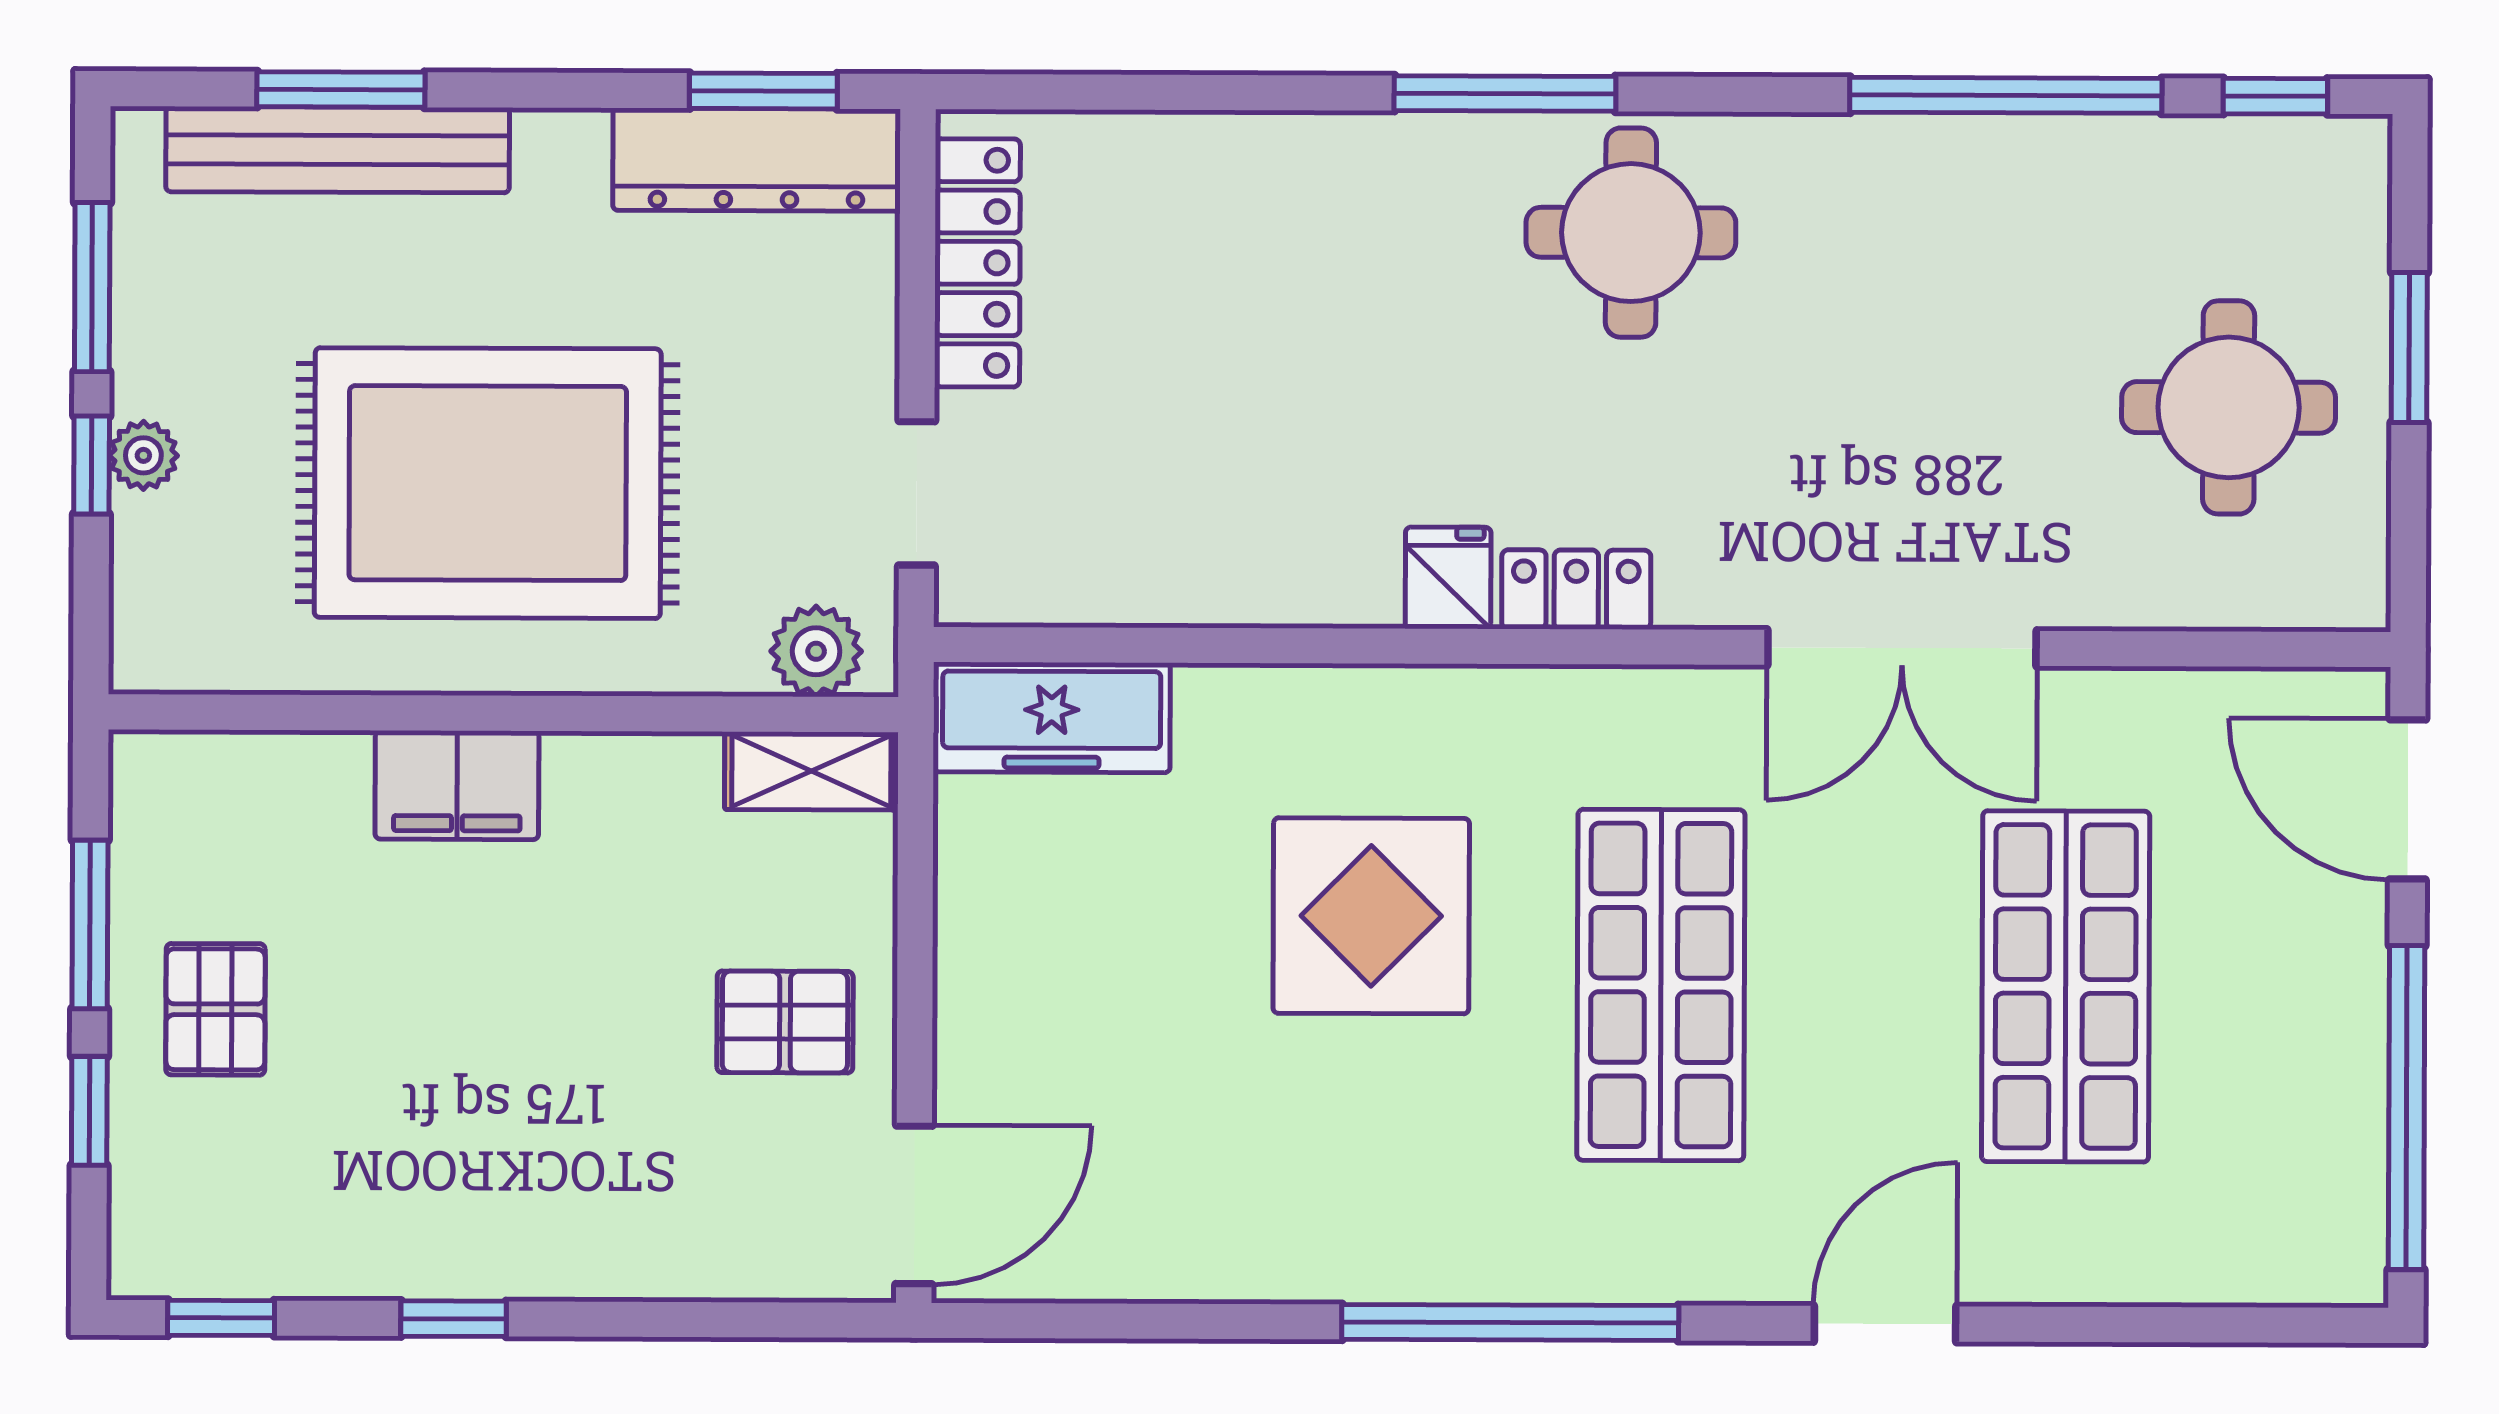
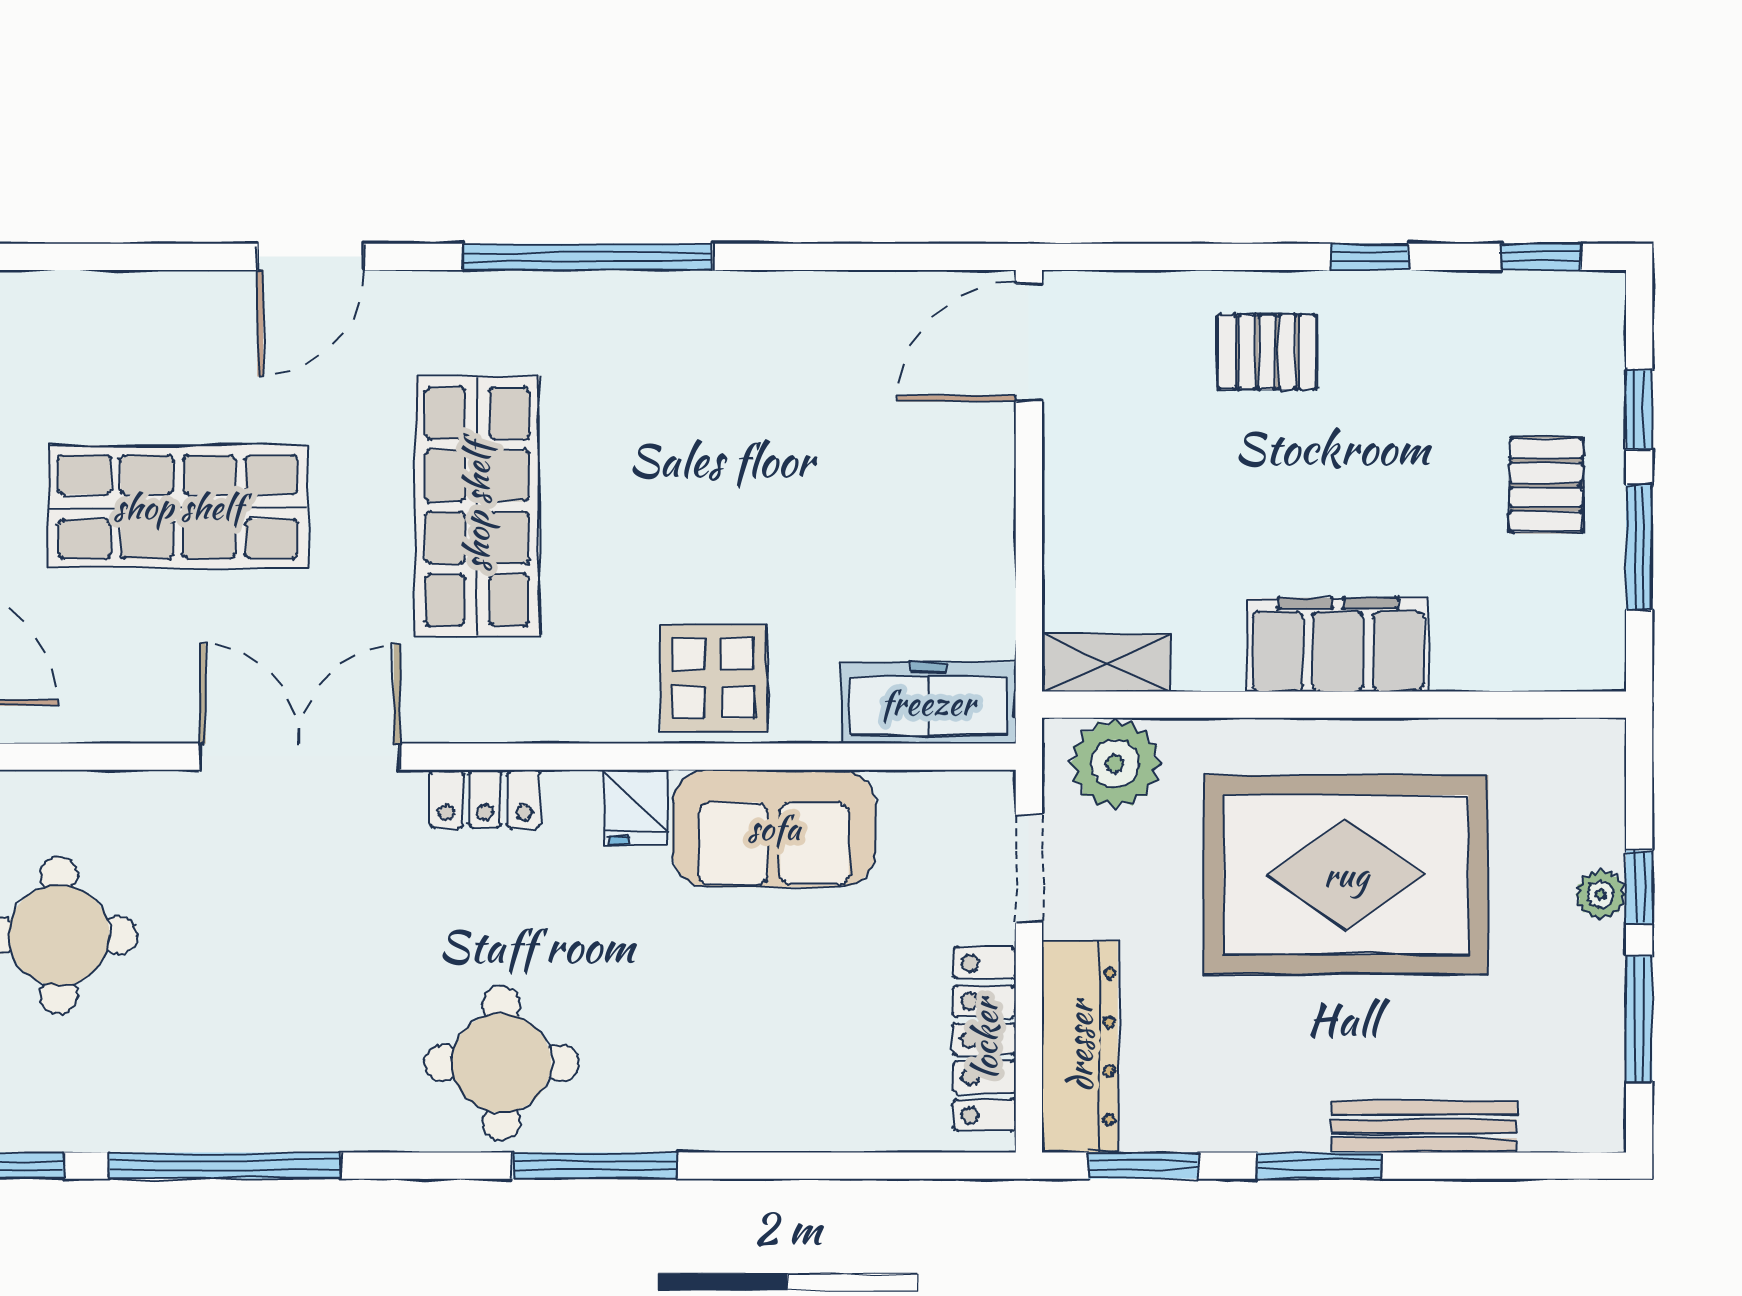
window: (341, 89) -> (1319, 1166), moved
bench: (338, 150) -> (1424, 1127), width x0.73, depth x0.82
dresser: (757, 160) -> (1080, 1046), moved, turned 90
sofa: (1261, 549) -> (774, 828), added
locker: (1576, 590) -> (485, 799), moved
plant: (816, 651) -> (1115, 764), width x1.36, depth x1.36
filing cabinet: (457, 785) -> (1338, 645), width x1.50, depth x1.17
display table: (1371, 916) -> (714, 678), moved, width x0.73, depth x0.73
shop shelf: (2066, 986) -> (178, 507), turned 90
pallet: (785, 1022) -> (1267, 352), moved

